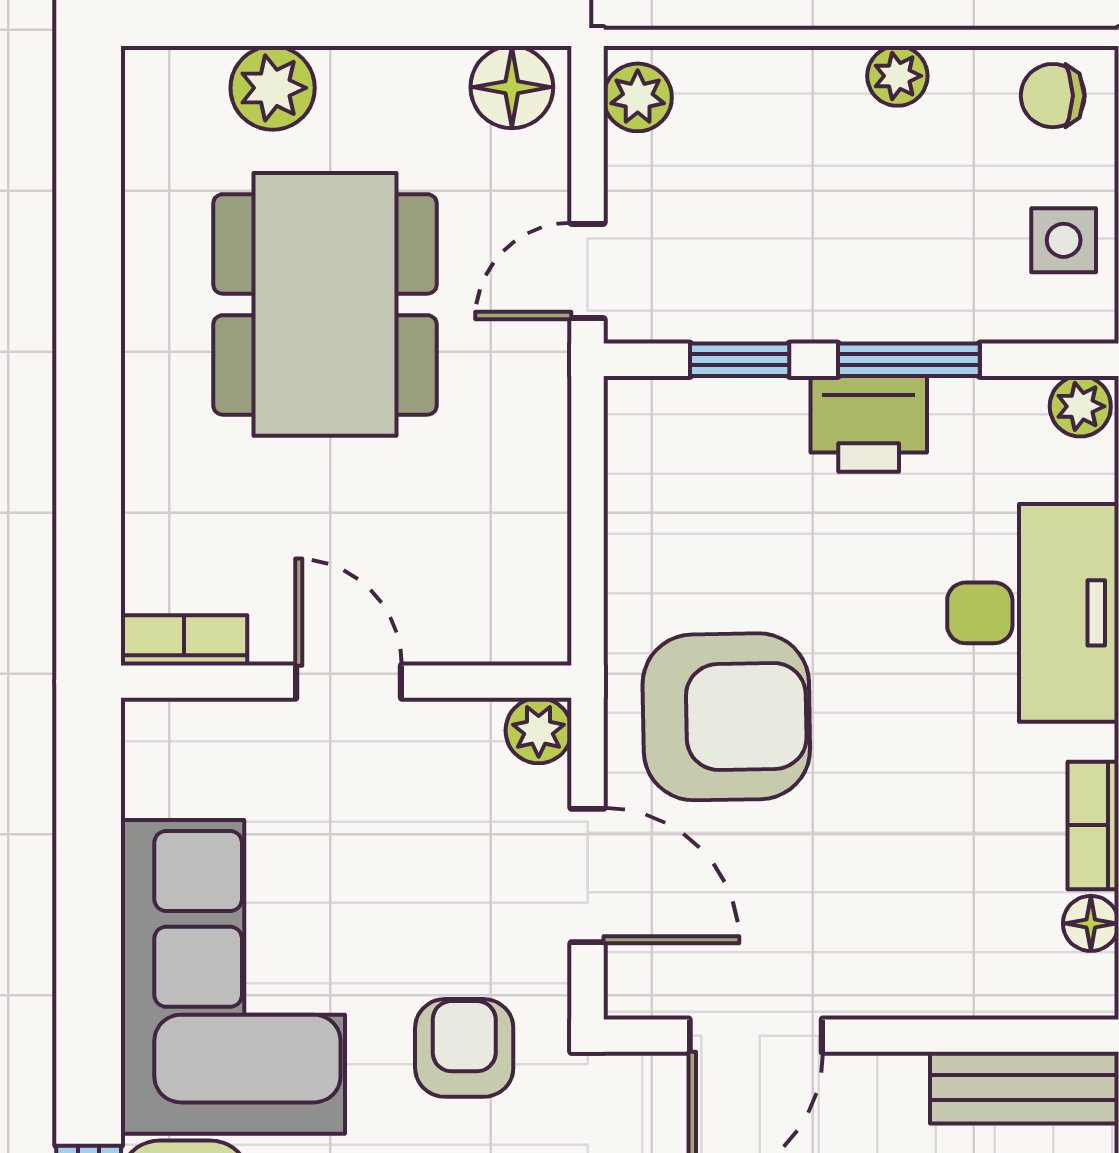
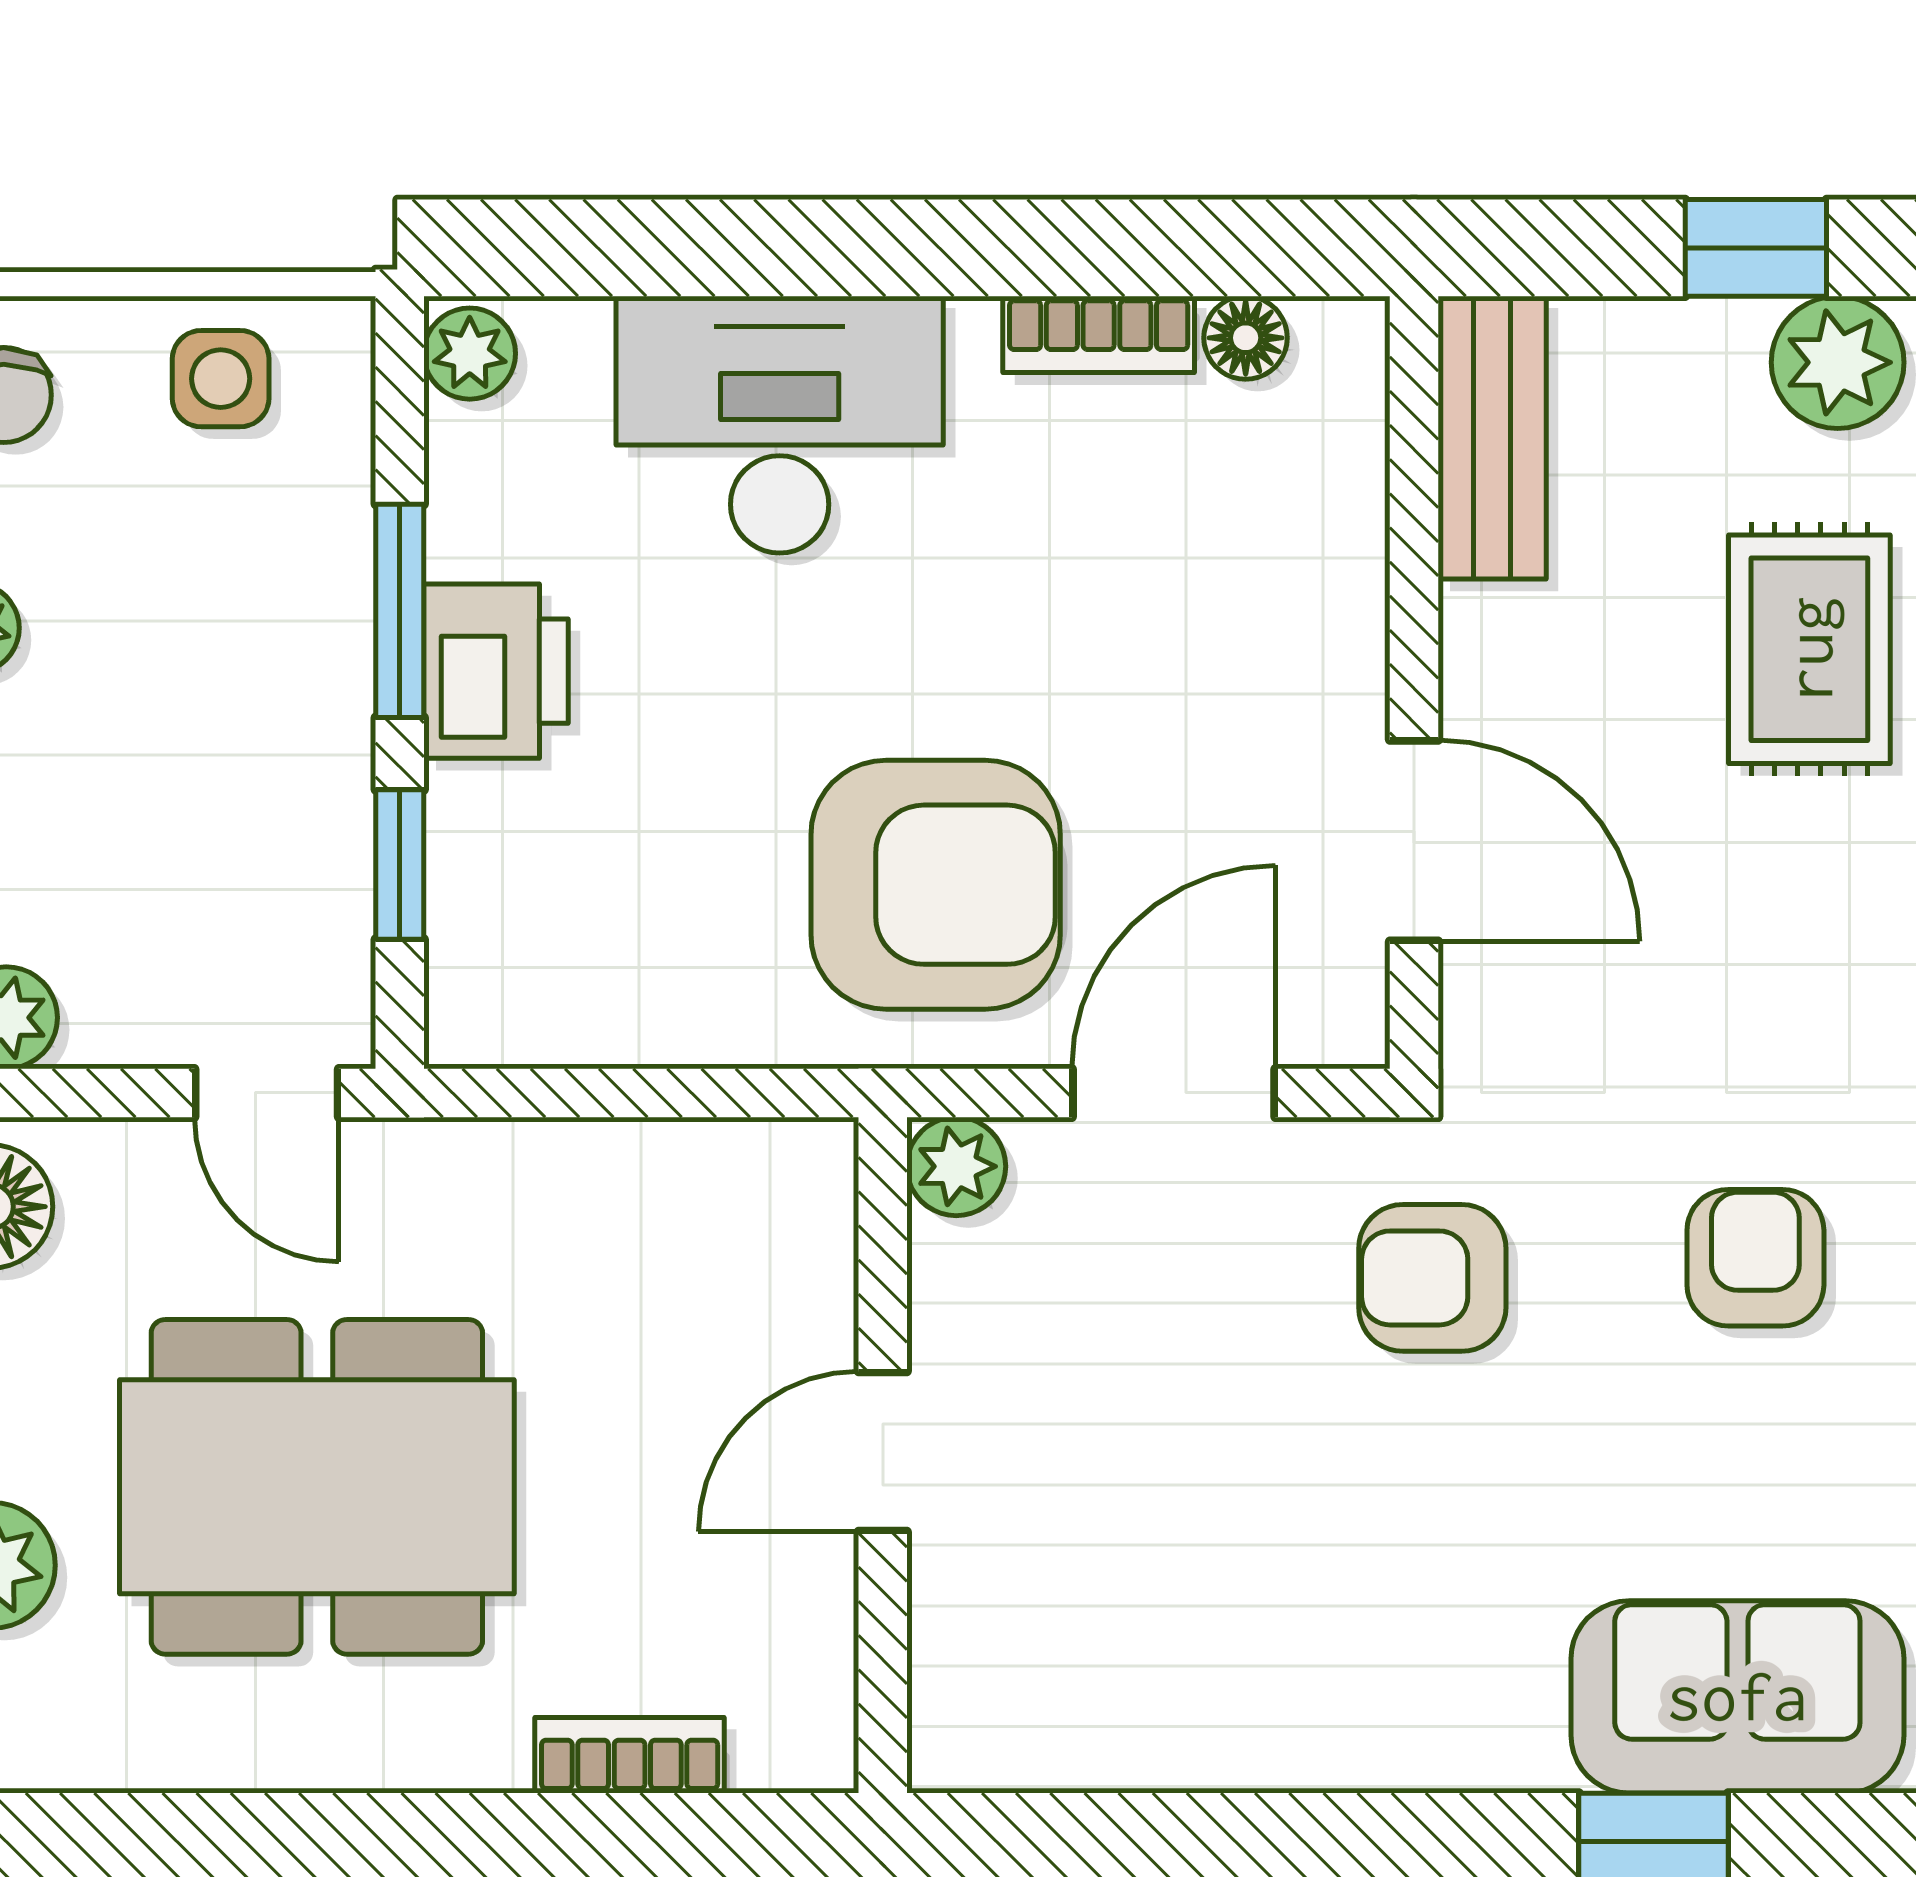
bookcase: (184, 640) -> (630, 1755), moved, turned 90
armchair: (726, 717) -> (936, 885), turned 91
corner sofa: (233, 977) -> (1326, 1625), removed

